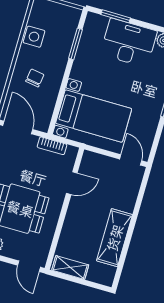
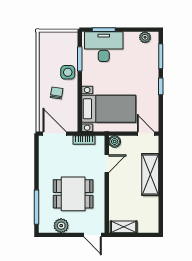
side table: (34, 37) -> (68, 72), moved
desk: (129, 43) -> (104, 47), moved
boiler: (89, 159) -> (115, 141), added
shelving: (115, 238) -> (150, 175), moved

